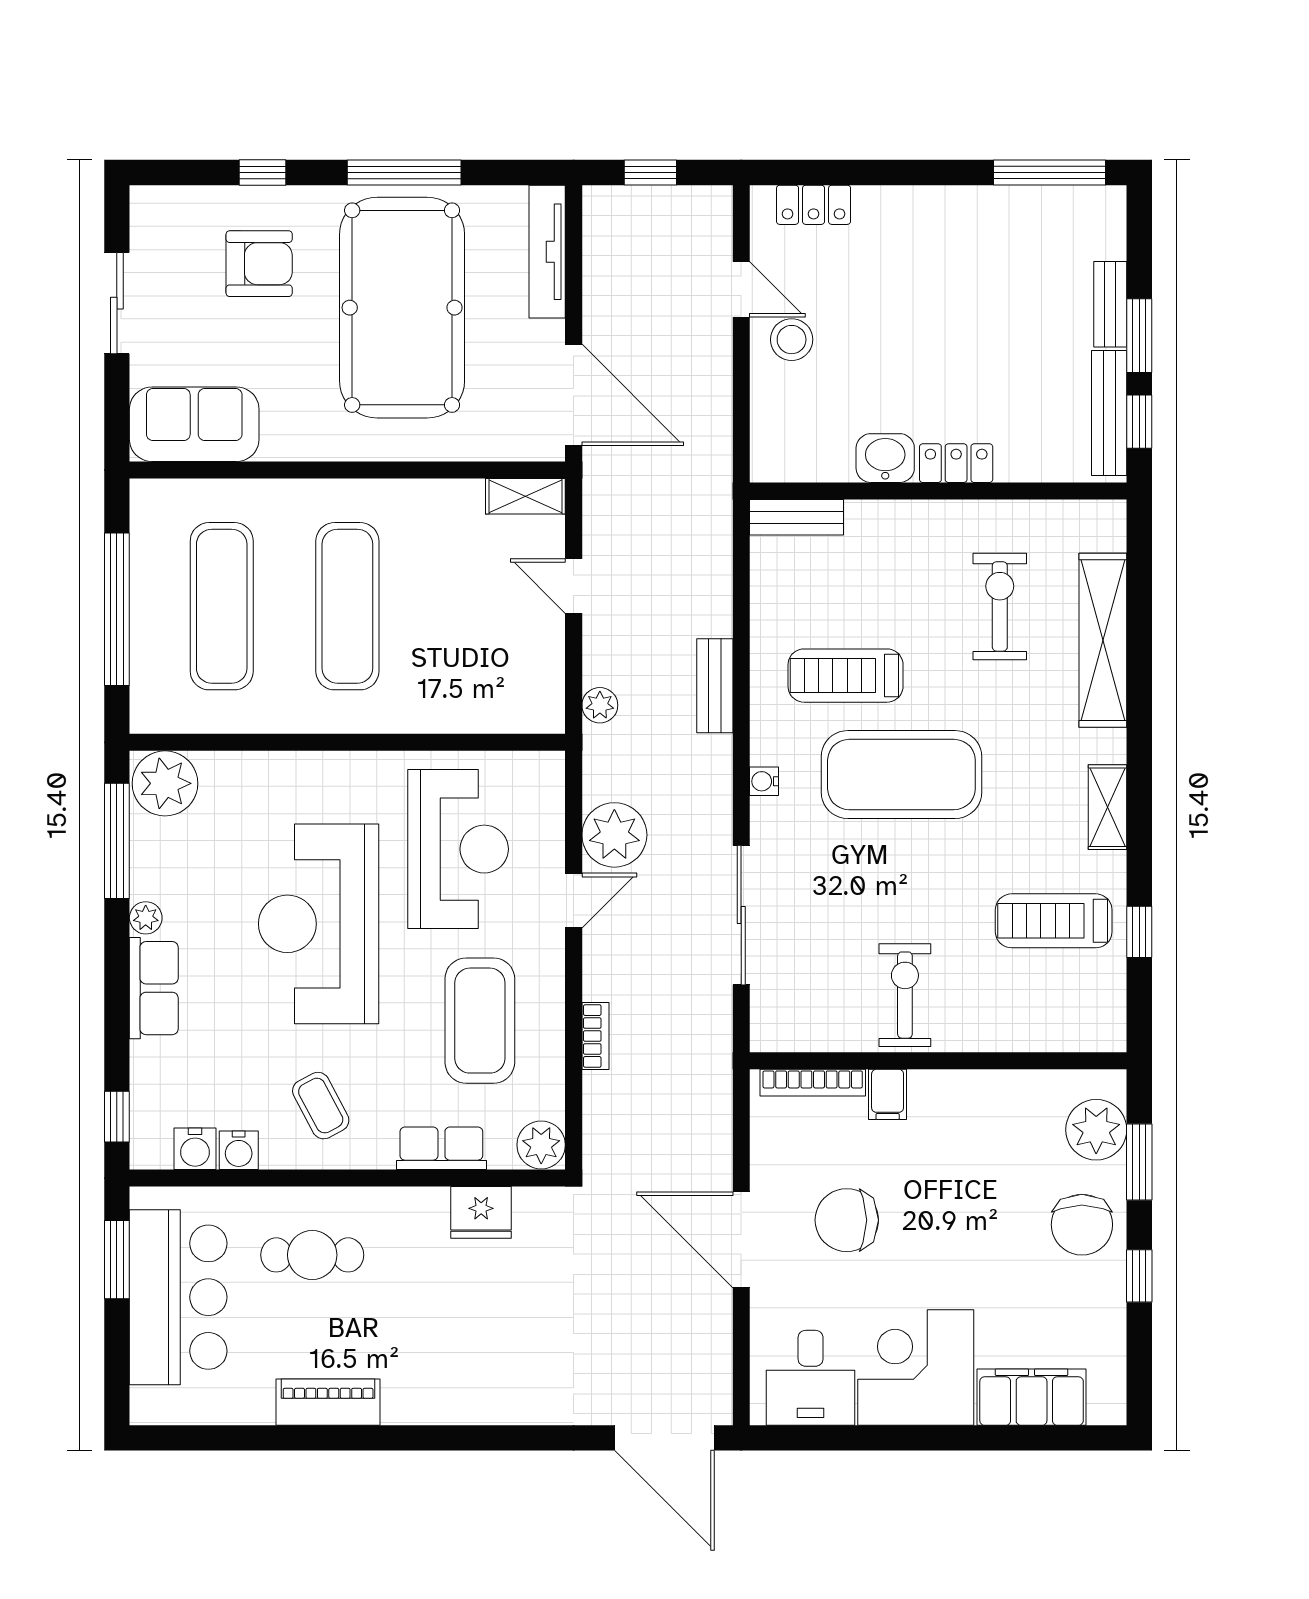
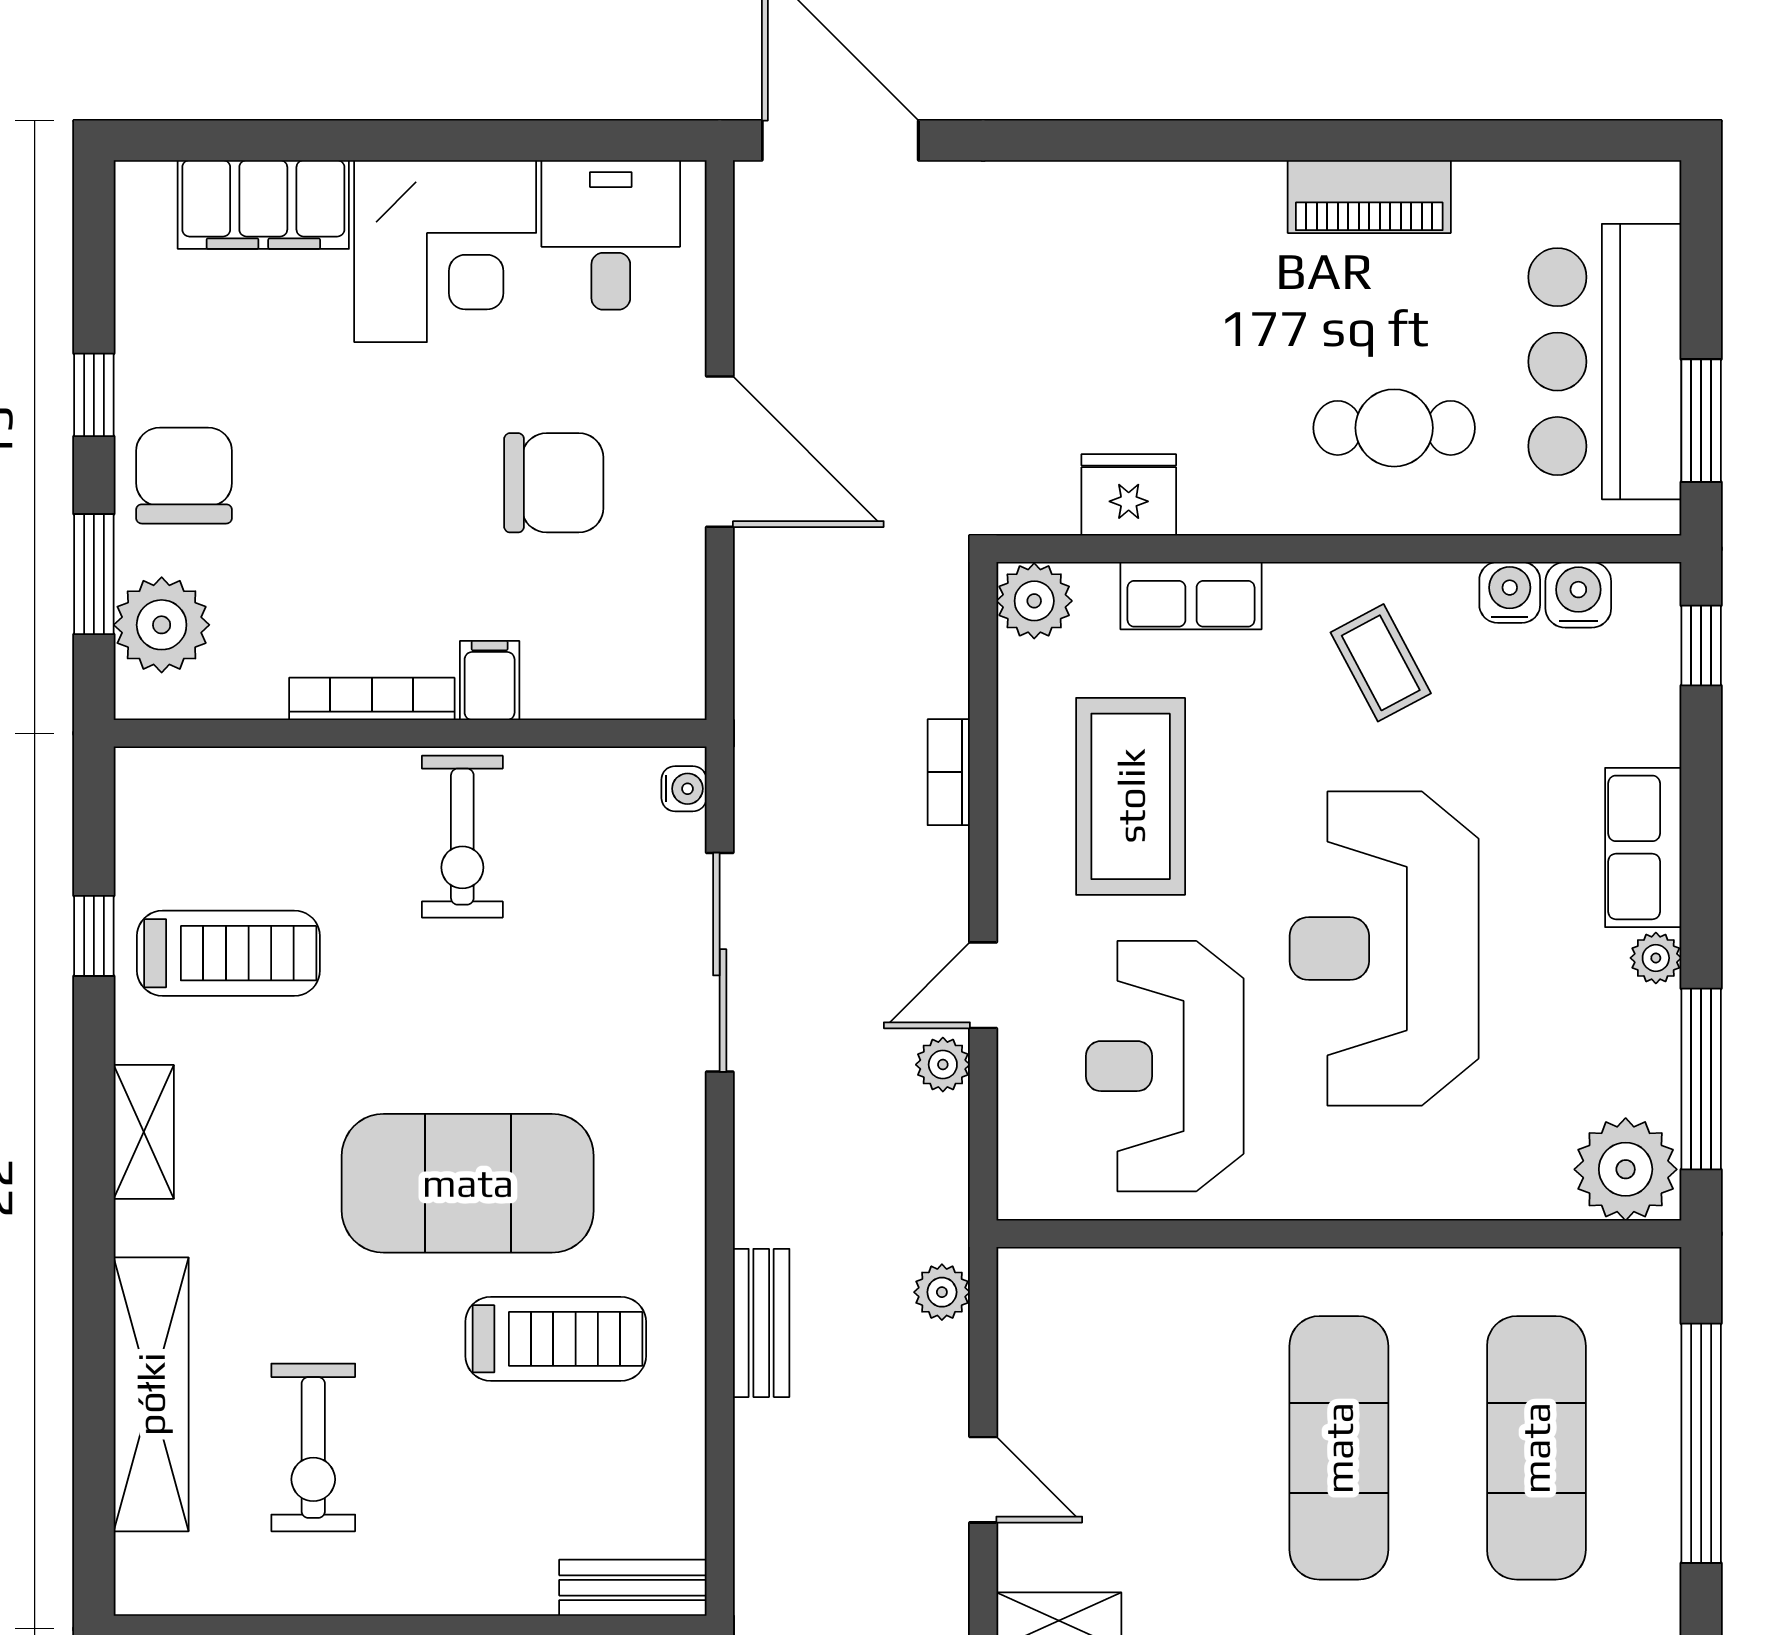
water cooler: (764, 781) -> (684, 789), moved
plant: (614, 835) -> (943, 1065), width x0.53, depth x0.53
reception desk: (319, 924) -> (1384, 949), turned 180
bookcase: (813, 1083) -> (372, 699), moved

